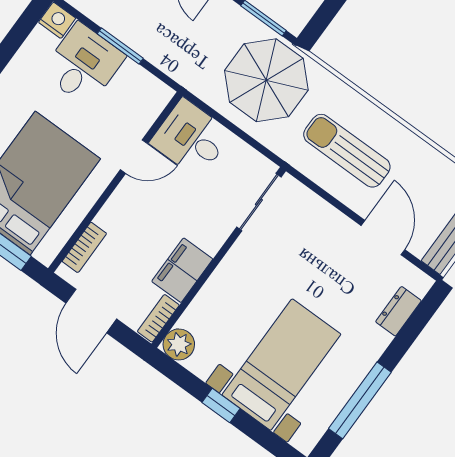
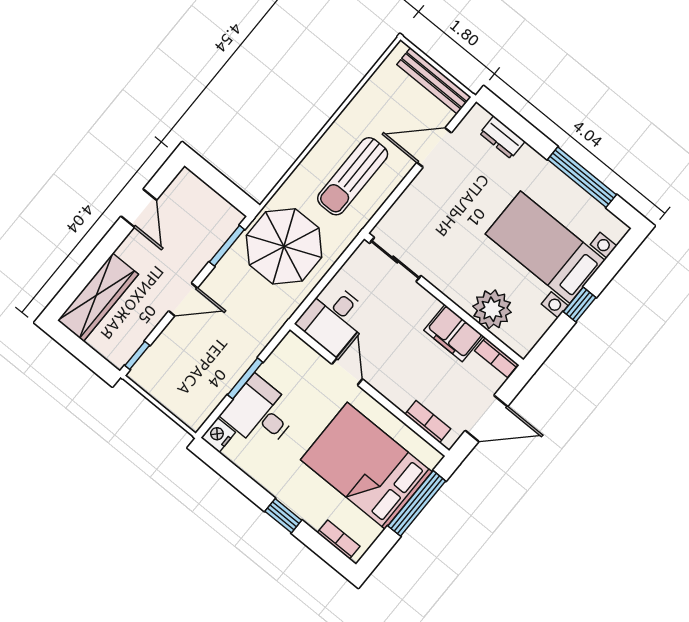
plant: (179, 344) -> (492, 309), moved, width x1.36, depth x1.36

